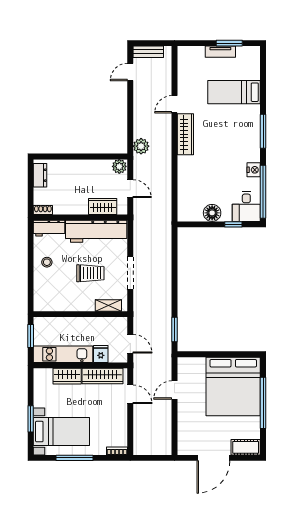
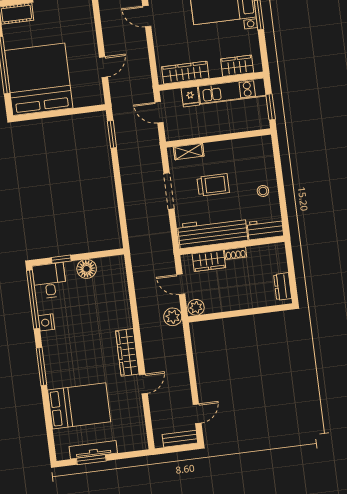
tv unit: (220, 52) -> (93, 450), width x1.41
bed: (234, 92) -> (79, 406), width x1.50
plant: (141, 146) -> (173, 317), moved
shoe rack: (43, 210) -> (236, 253), moved
trolley: (90, 273) -> (213, 185), turned 180
wardrobe: (67, 376) -> (237, 66), moved
door: (130, 394) -> (147, 16), moved

